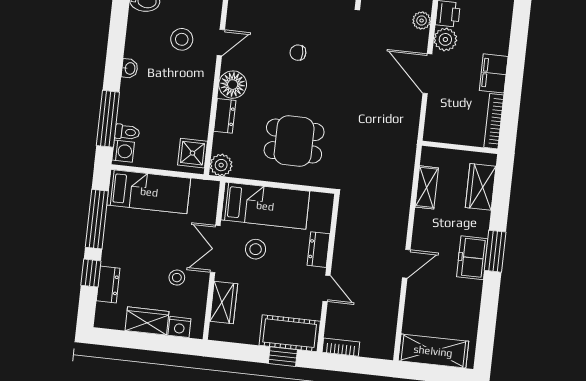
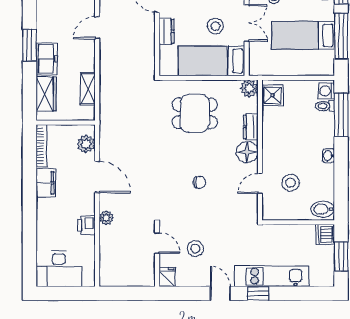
plant: (445, 39) -> (86, 144), moved
bed: (149, 192) -> (303, 35), moved
freezer: (472, 258) -> (47, 59), moved

